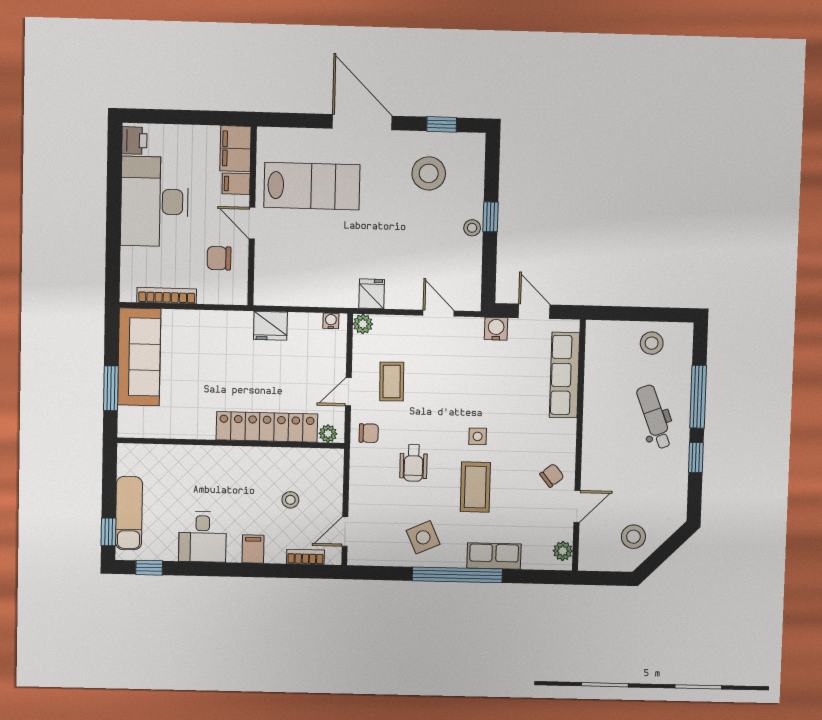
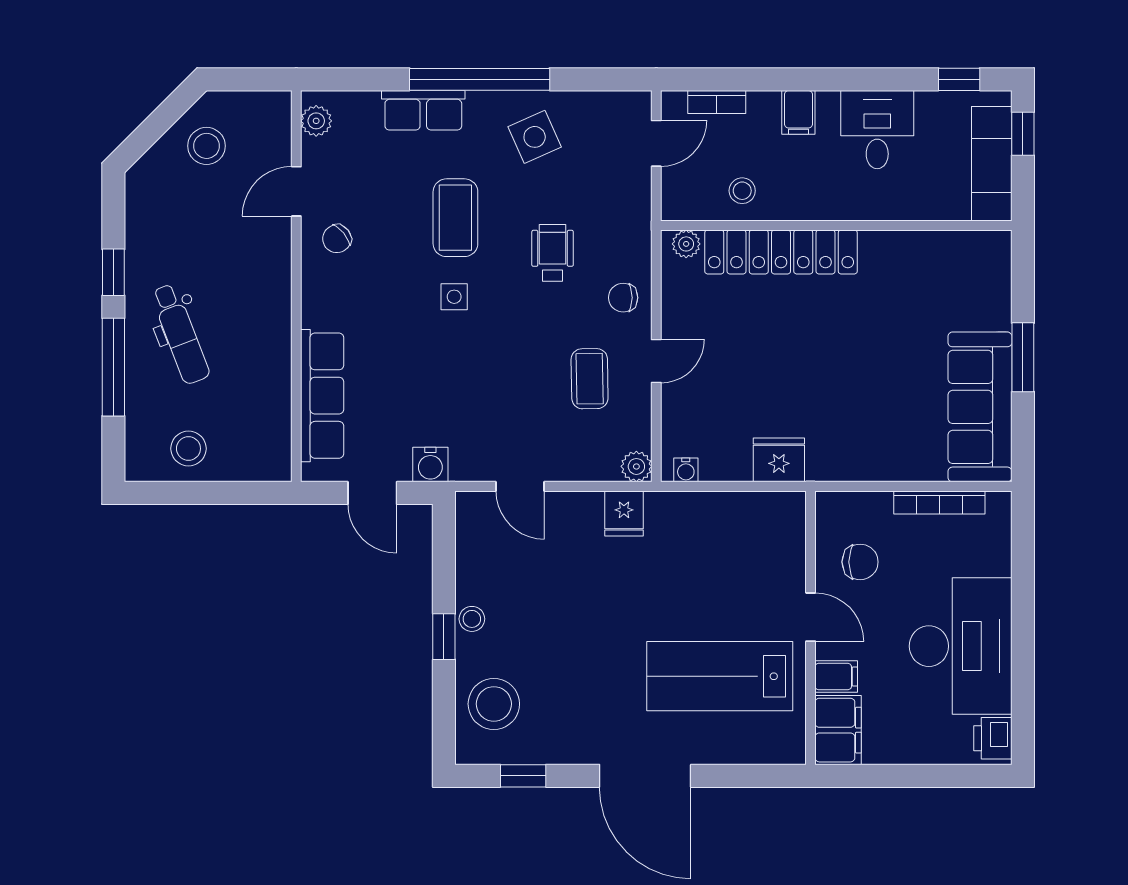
stool: (429, 173) -> (494, 704), moved
locker: (267, 427) -> (781, 252), moved
plant: (328, 434) -> (686, 244), moved
wall: (231, 443) -> (836, 226), moved

